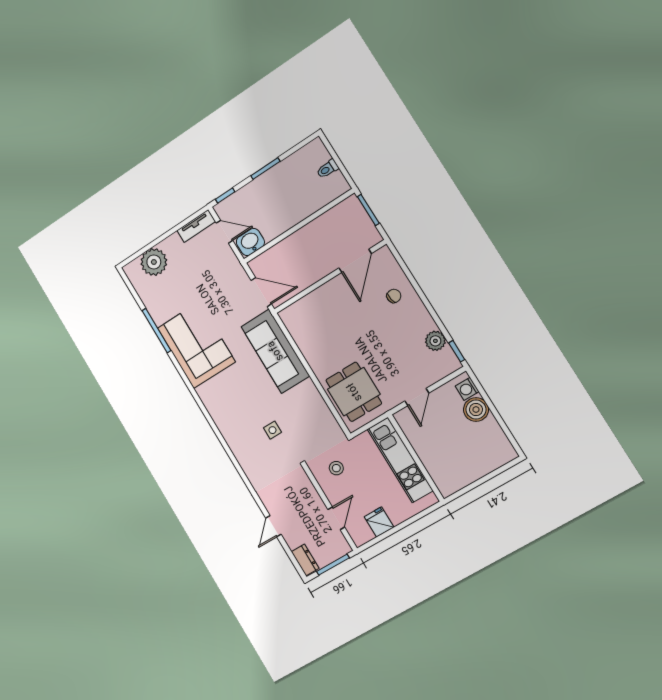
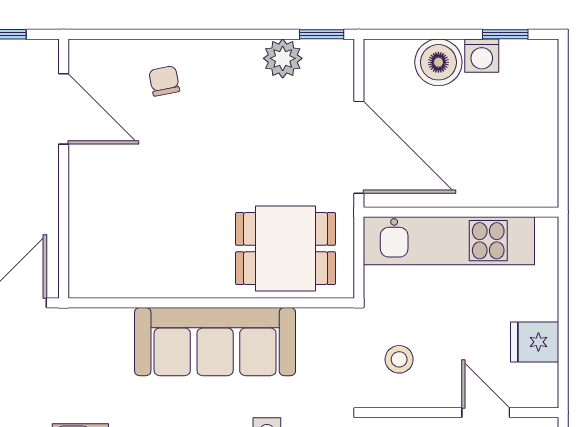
sofa: (275, 351) -> (215, 342), moved
washing machine: (467, 389) -> (482, 56), moved
door: (417, 397) -> (359, 147), width x1.87
window: (507, 432) -> (505, 34), added

